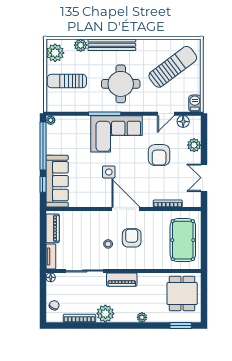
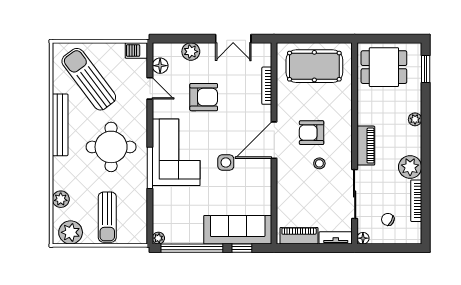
bench: (112, 45) -> (60, 125), moved
chair: (54, 305) -> (388, 219), moved

